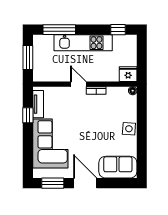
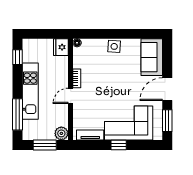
plant: (40, 75) -> (61, 133), added
window: (28, 115) -> (119, 145), moved

